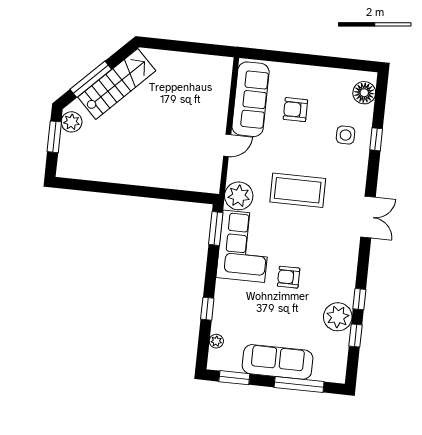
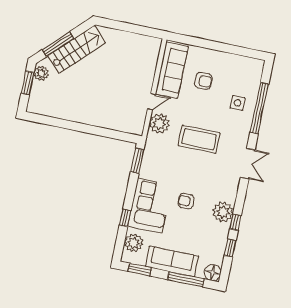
floor lamp: (364, 93) -> (213, 272), moved
armchair: (295, 110) -> (203, 81), turned 180
window: (376, 139) -> (259, 108), width x3.17
plant: (239, 196) -> (159, 124), moved
corner sofa: (244, 246) -> (150, 206), moved
plant: (338, 317) -> (223, 212), moved
plant: (216, 341) -> (134, 243), width x1.87, depth x1.87

